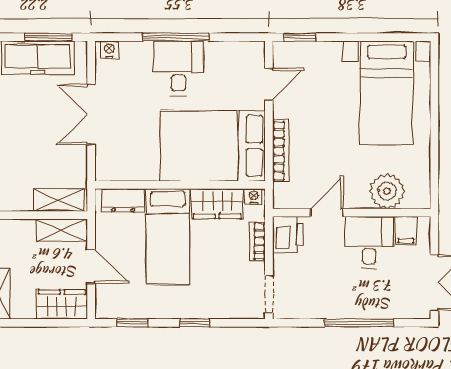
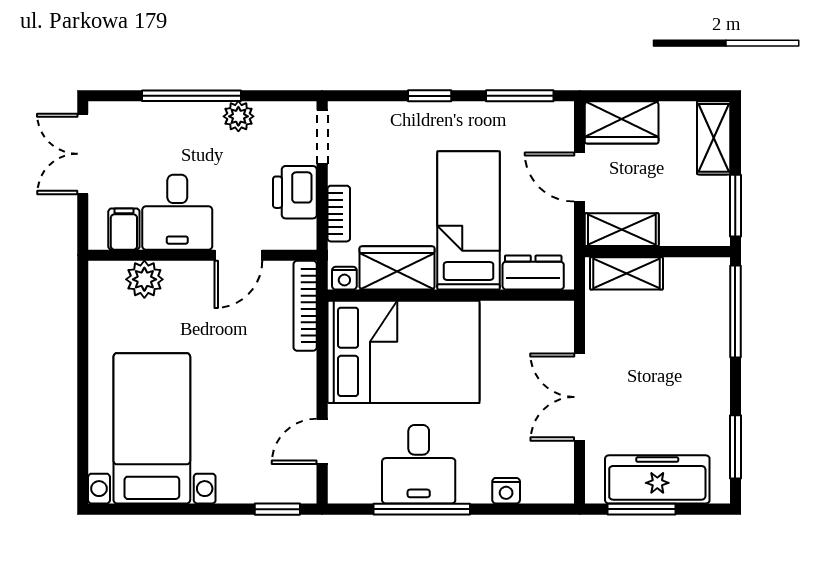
window: (176, 37) -> (422, 509), moved
nightstand: (109, 50) -> (506, 491), moved
desk: (179, 68) -> (419, 464), moved
double door: (91, 115) -> (580, 397), swing flipped
bookcase: (281, 151) -> (305, 306), moved
plant: (387, 191) -> (144, 279), width x0.73, depth x0.73
printer: (288, 234) -> (295, 192), moved
plant: (327, 309) -> (238, 116), added
window: (132, 323) -> (520, 96), width x1.50

